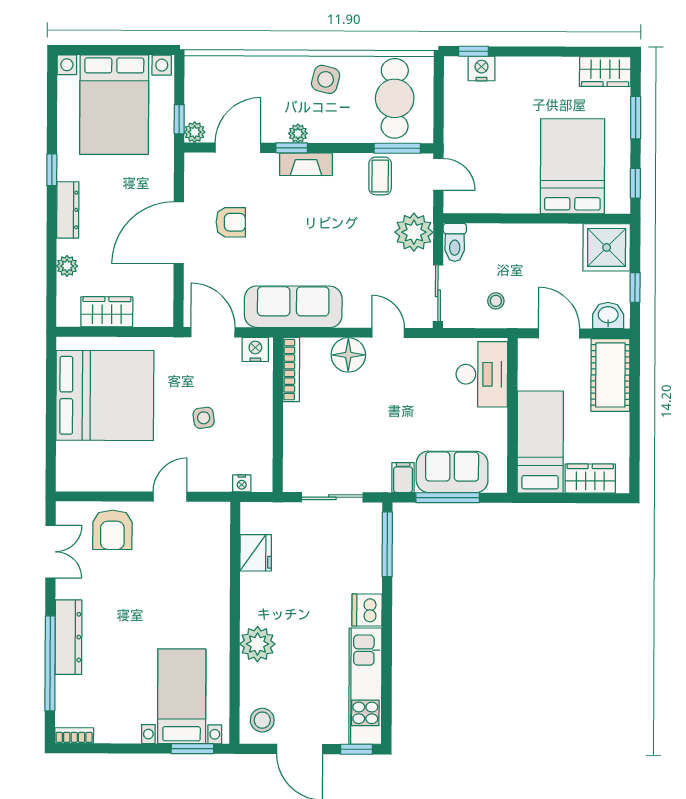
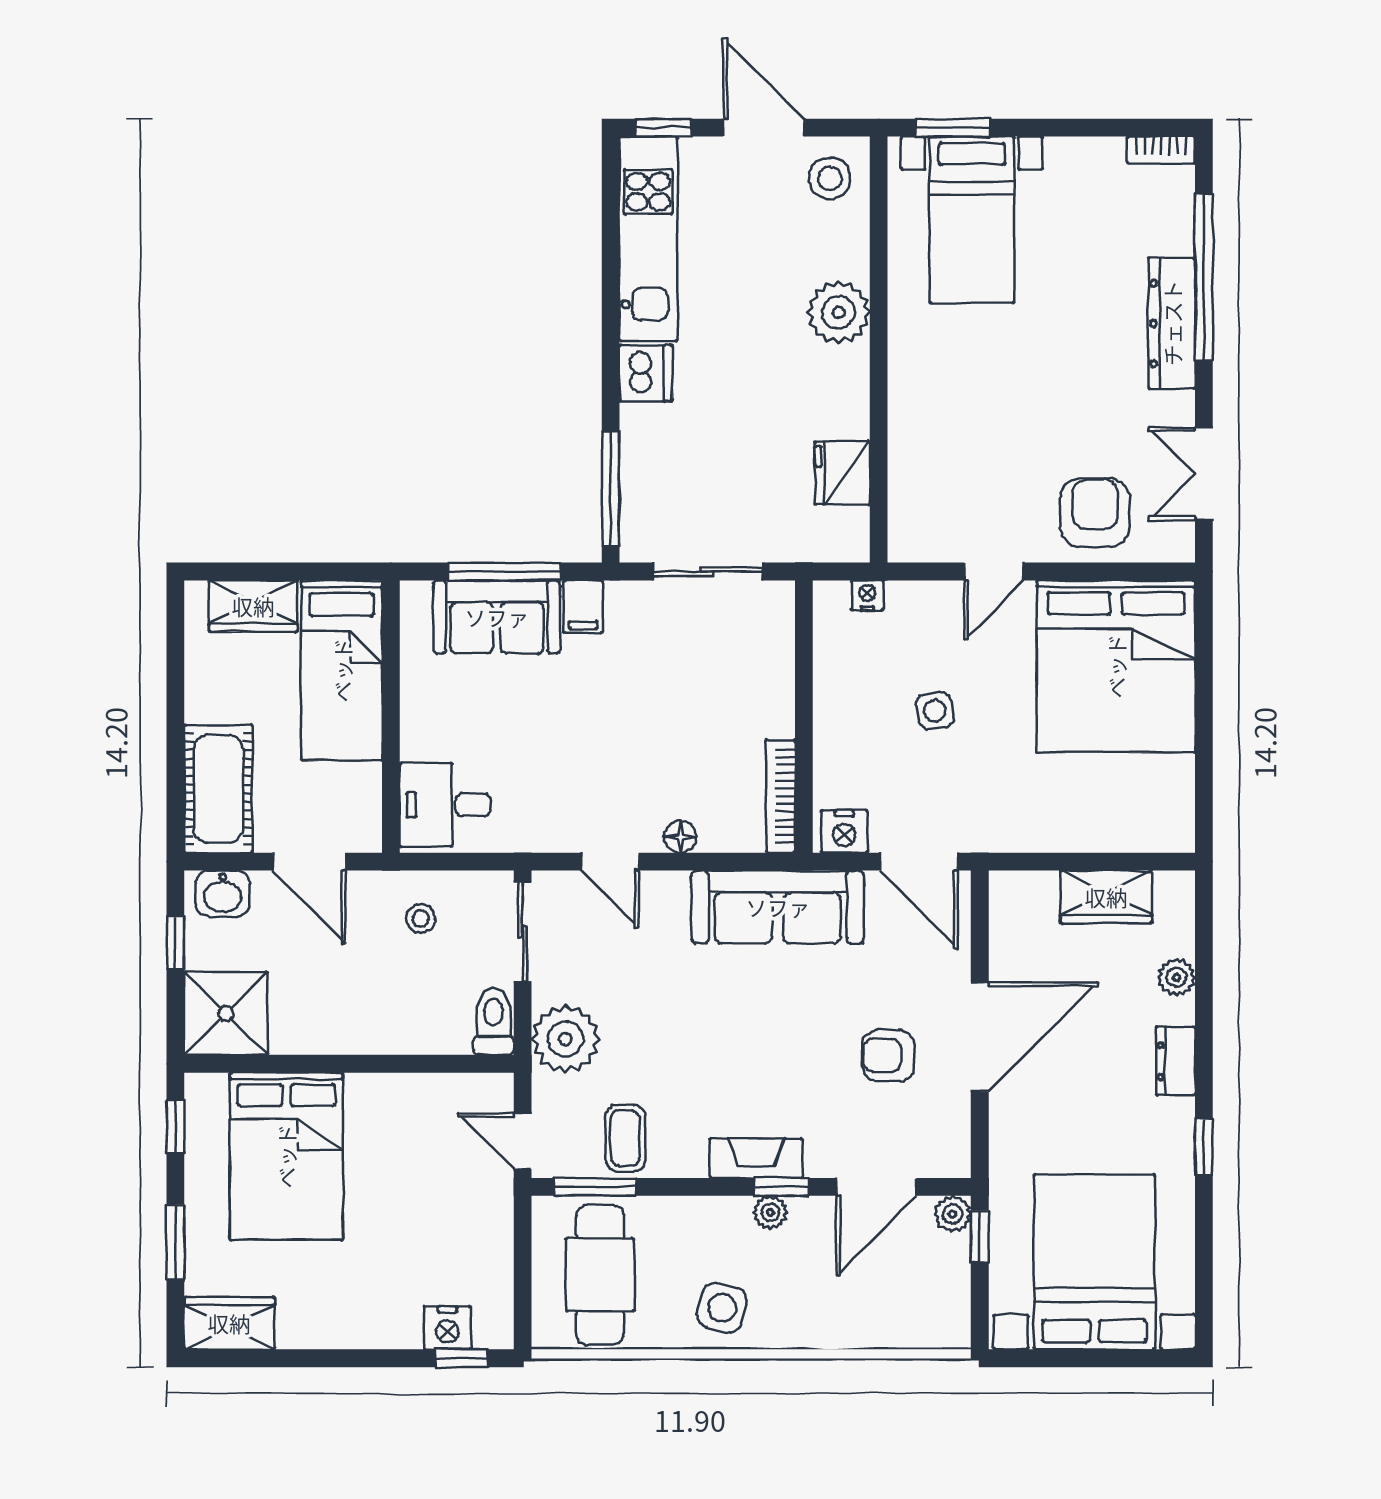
dresser: (68, 210) -> (1176, 1061), width x0.70
floor lamp: (348, 355) -> (680, 837), width x0.53, depth x0.53
desk: (482, 374) -> (445, 805), width x0.73
bed: (105, 395) -> (1116, 666), moved, turned -90

